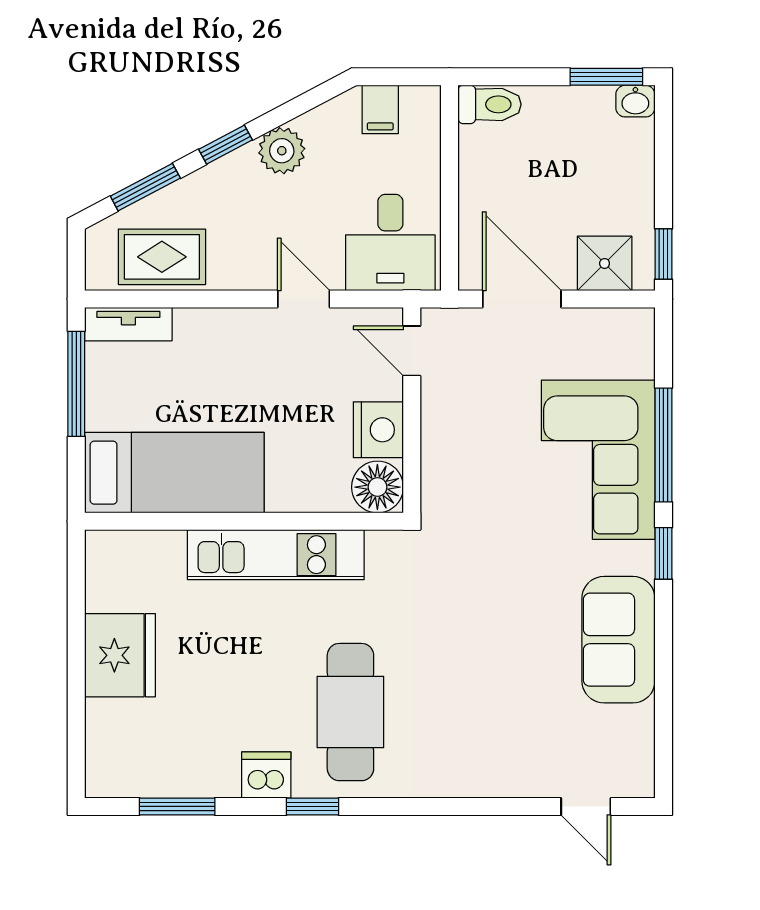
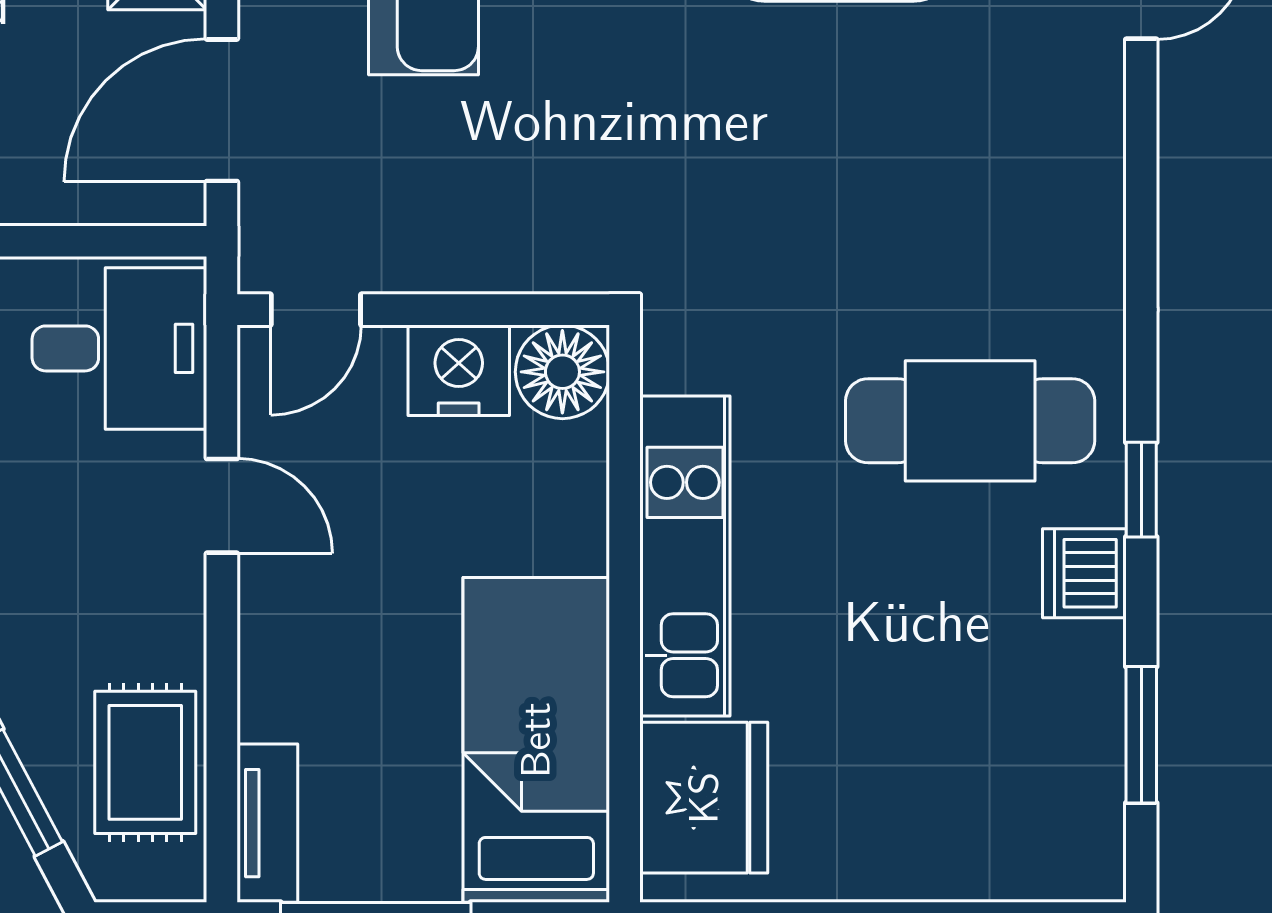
door: (304, 299) -> (222, 506), swing flipped
fridge: (120, 655) -> (704, 798), moved, turned 90

